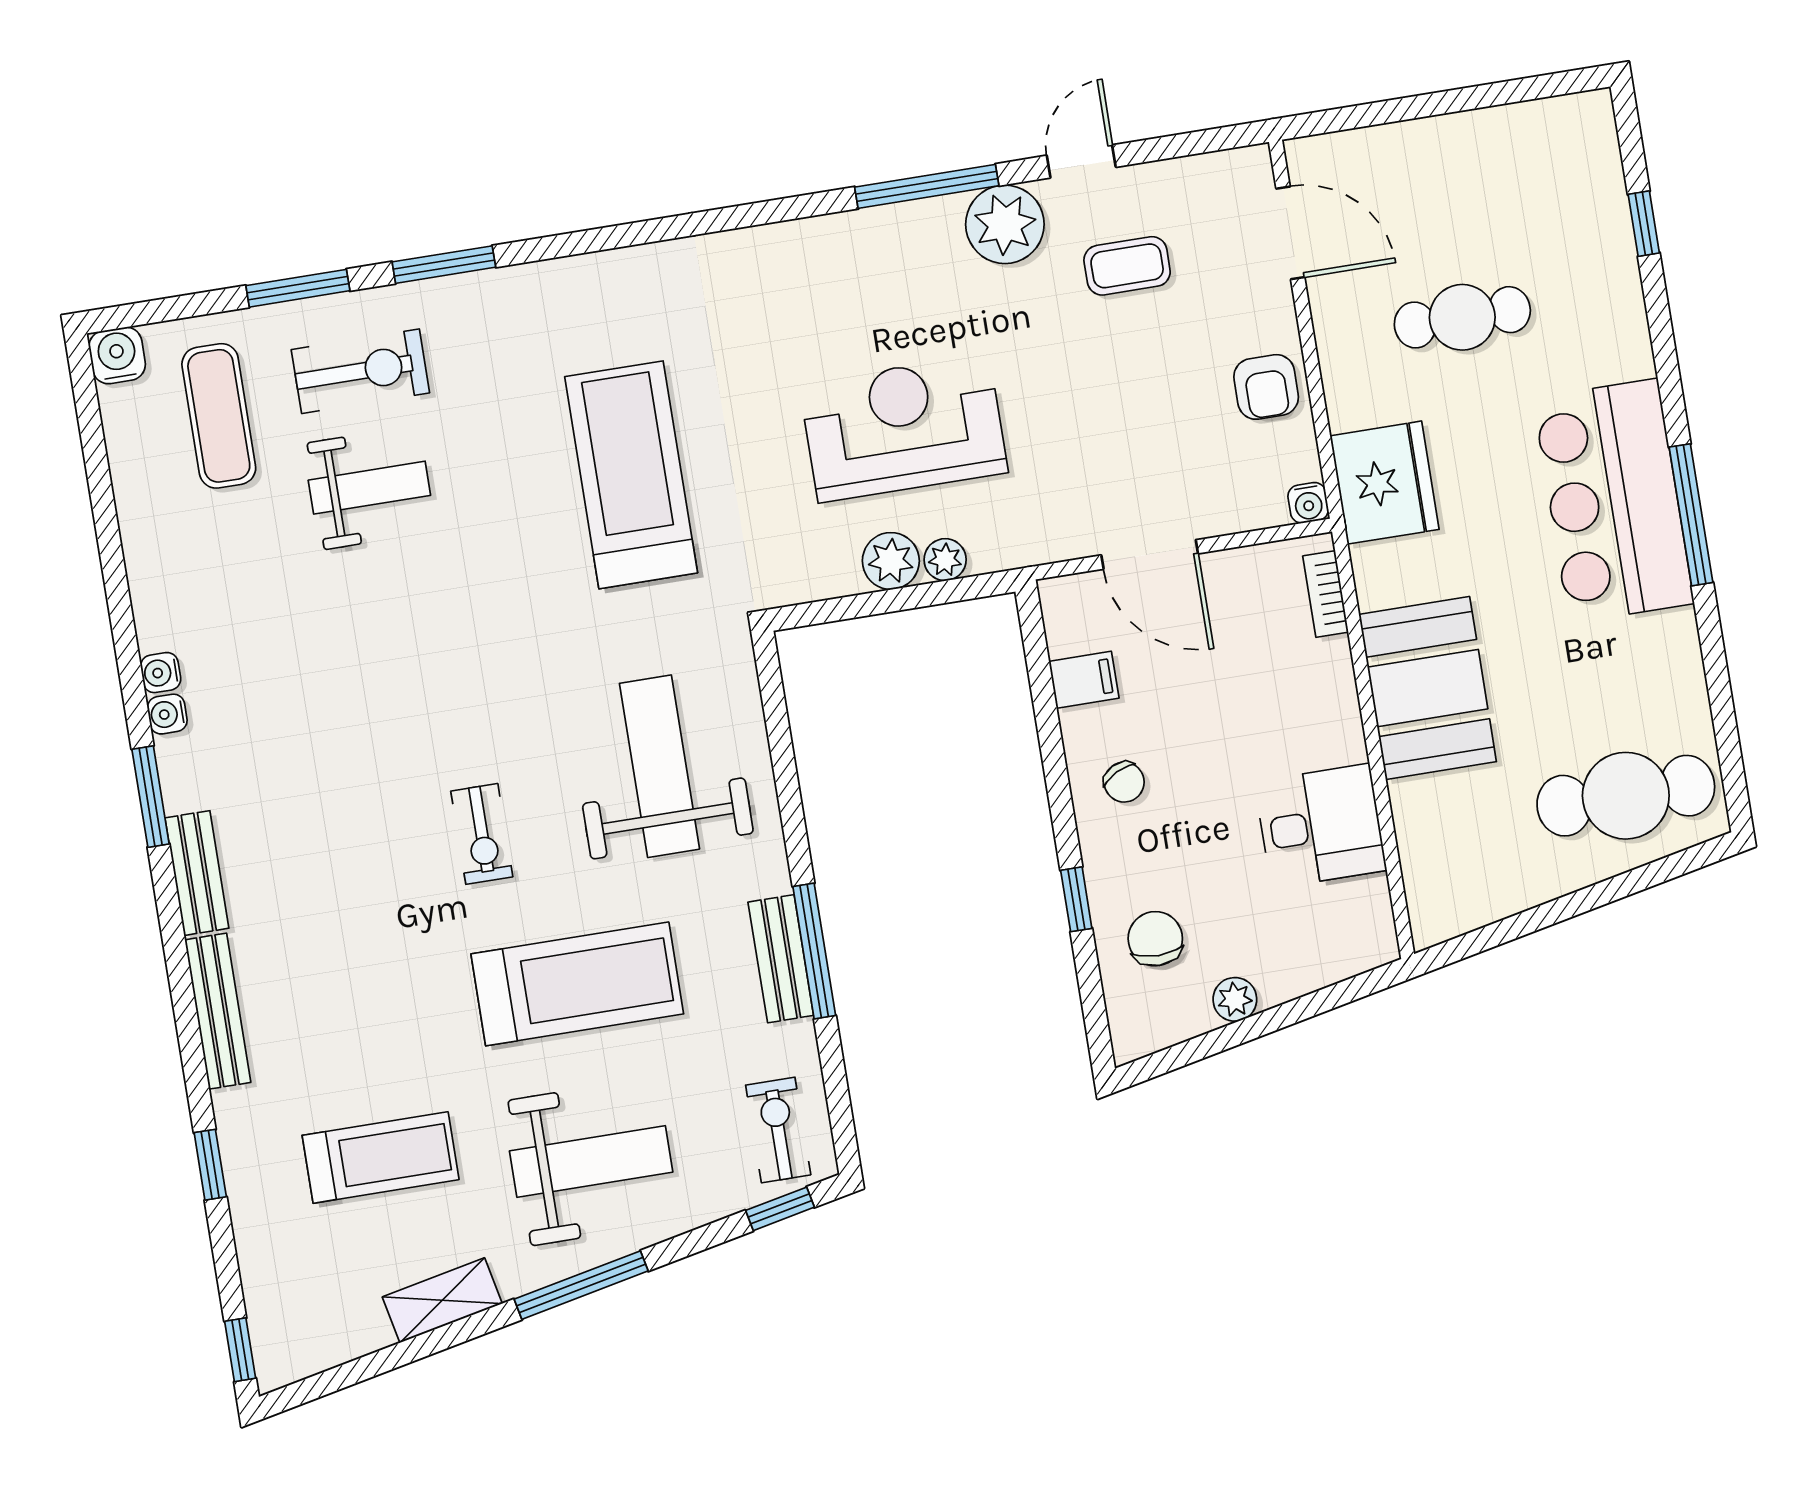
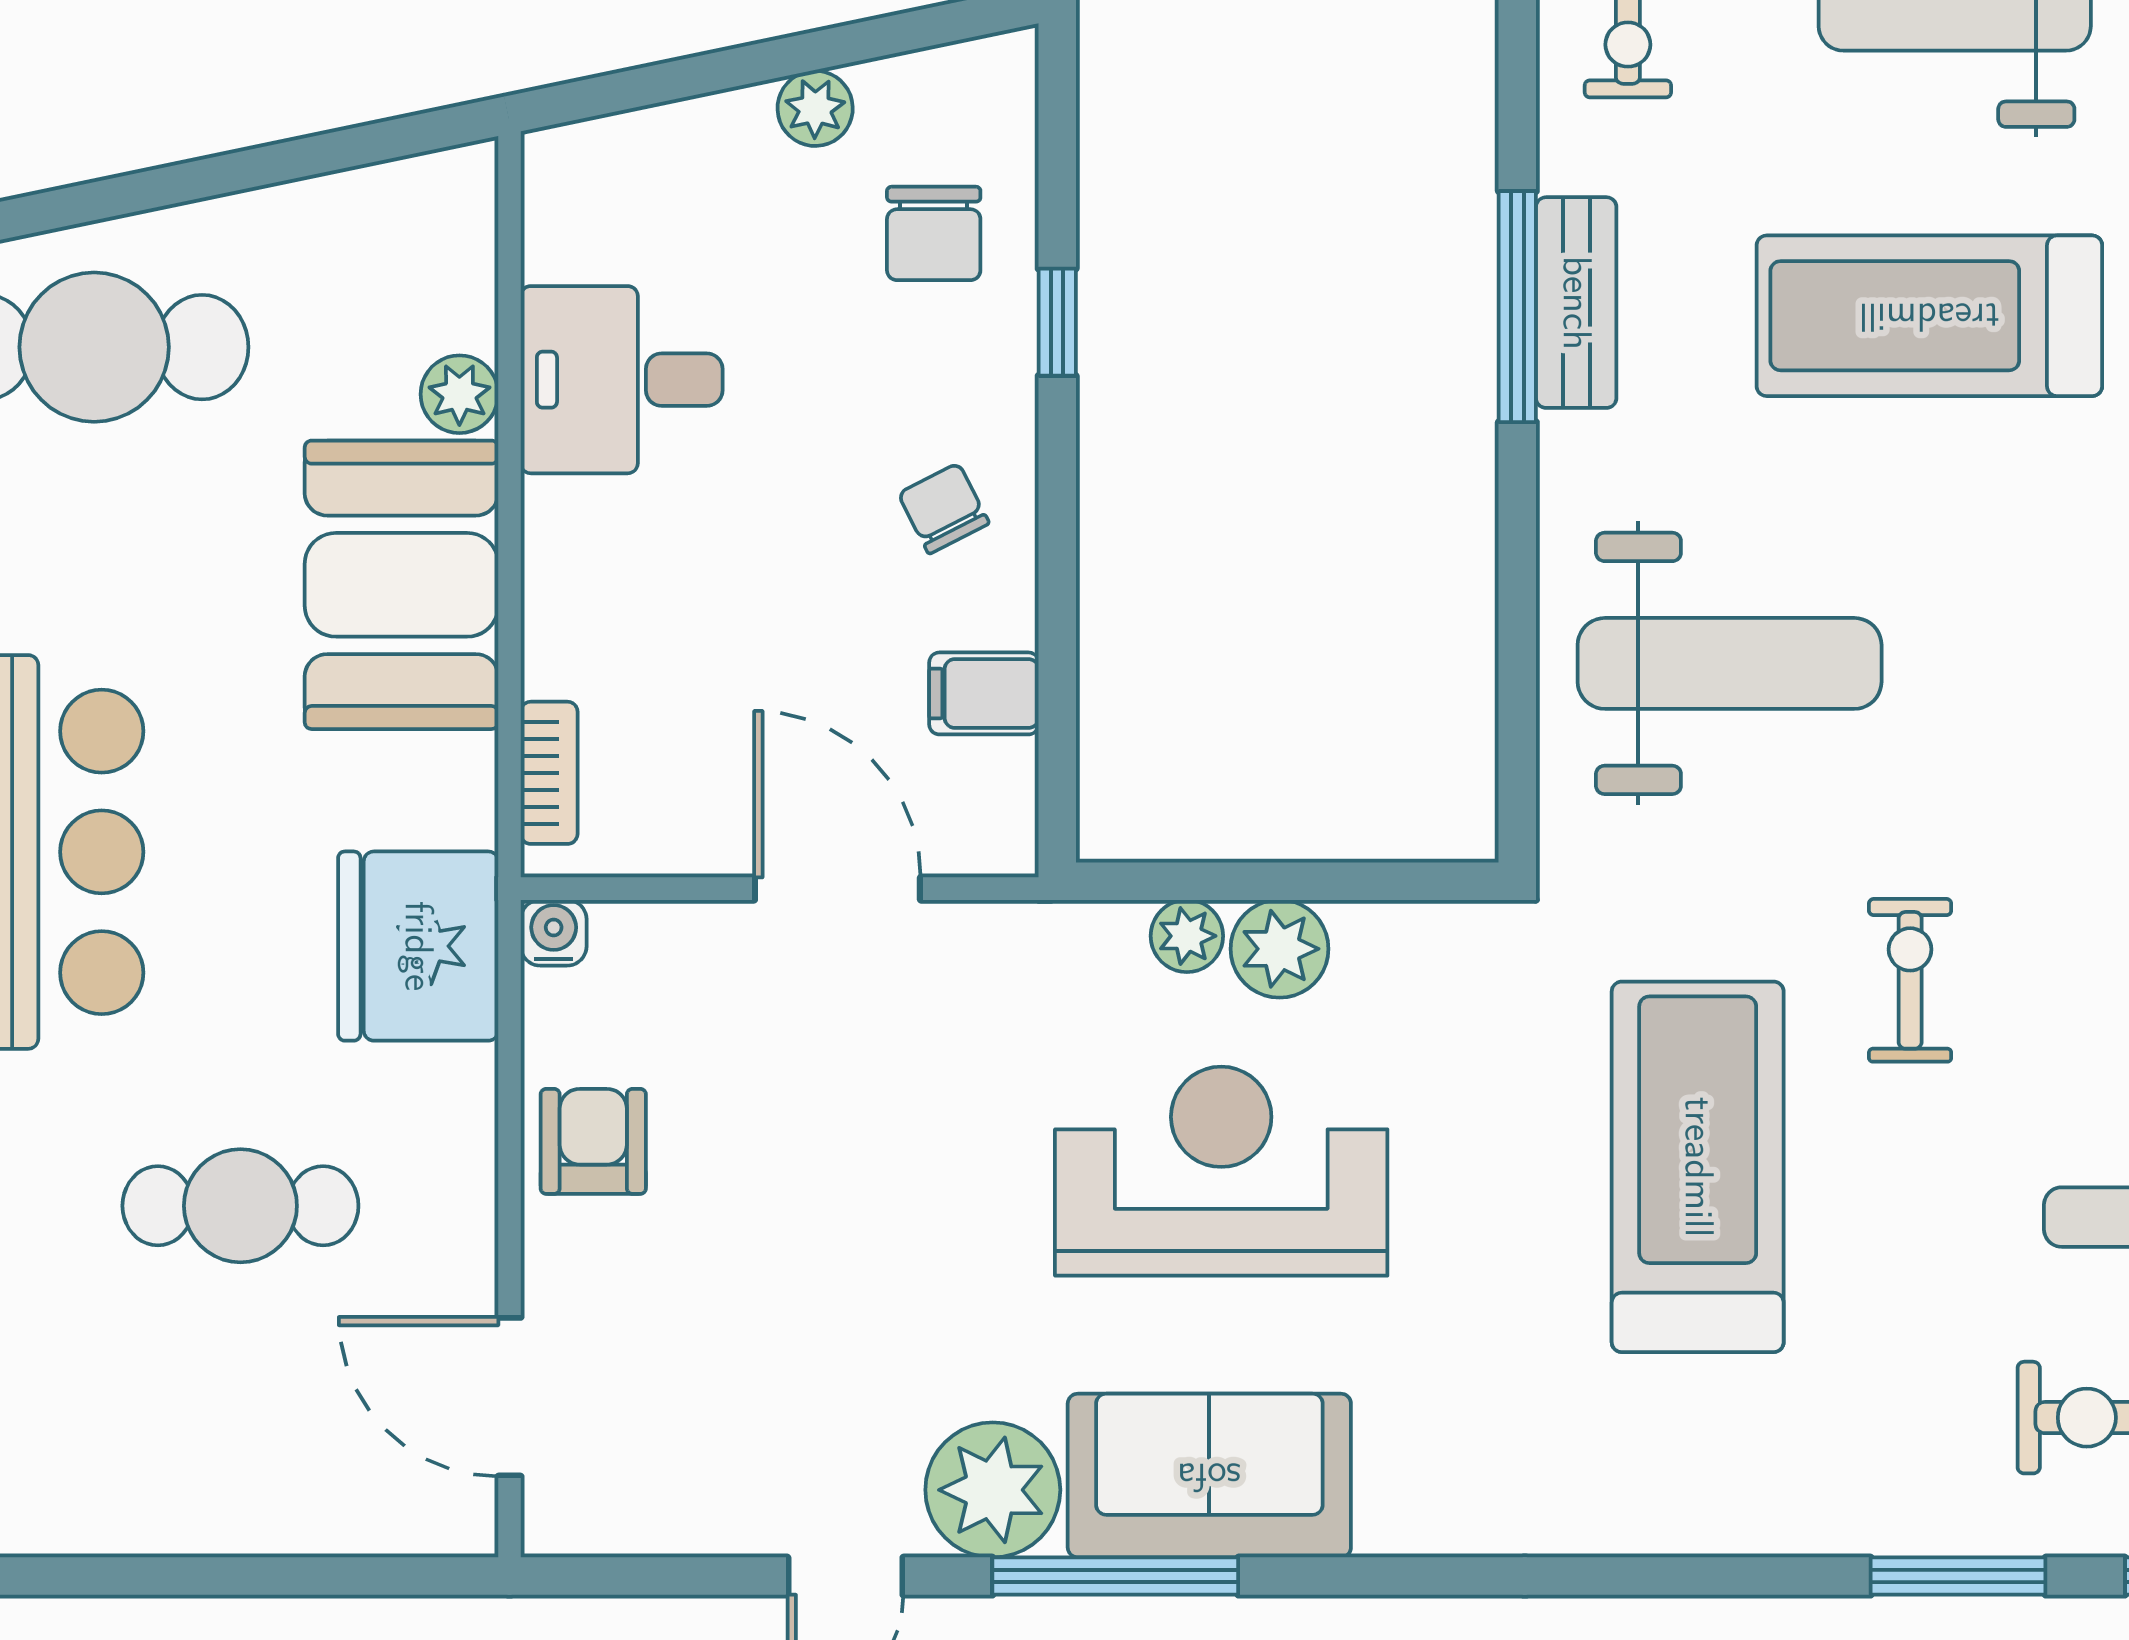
sofa: (882, 253) -> (1209, 1476), added
coffee table: (1127, 266) -> (796, 1386), removed
reception desk: (904, 428) -> (1221, 1171), turned 180
treadmill: (631, 475) -> (1698, 1167), turned 180
weight bench: (659, 766) -> (1730, 663), turned -90
plant: (1412, 803) -> (459, 394), added
exercise bike: (482, 834) -> (1910, 980), moved

